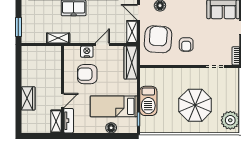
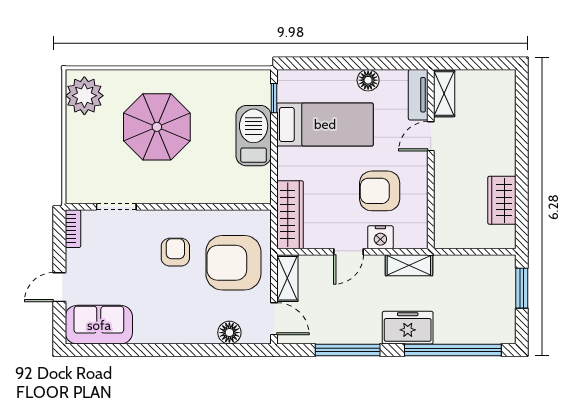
shelving: (58, 38) -> (409, 265), moved
armchair: (158, 39) -> (233, 263), turned 86
armchair: (87, 74) -> (380, 191), turned 180
wardrobe: (28, 98) -> (502, 200), moved
floor lamp: (111, 128) -> (368, 80), moved

